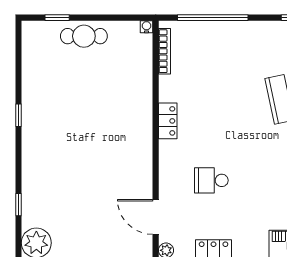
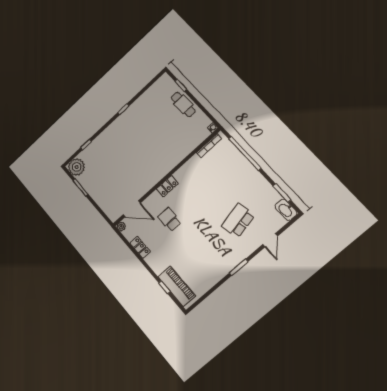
locker: (168, 121) -> (167, 186), moved
door: (156, 217) -> (132, 209), swing flipped

